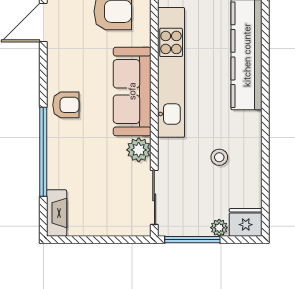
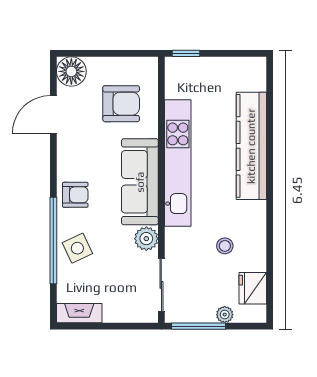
side table: (68, 160) -> (77, 248), added
fireplace: (57, 213) -> (79, 313), moved, turned -90
fridge: (246, 222) -> (253, 288), moved, turned -90

